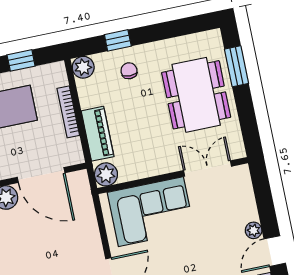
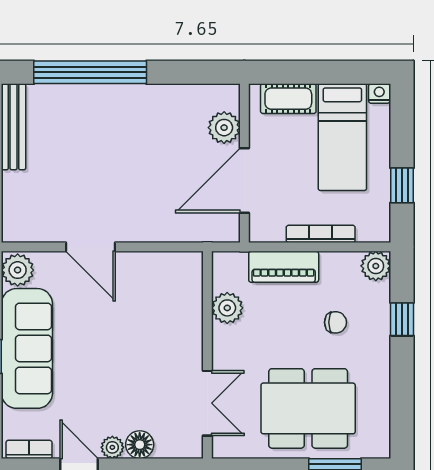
chair: (129, 71) -> (335, 322), moved
plant: (106, 174) -> (227, 308), moved
floor lamp: (247, 211) -> (140, 445), added
corner sofa: (151, 212) -> (165, 316), removed

